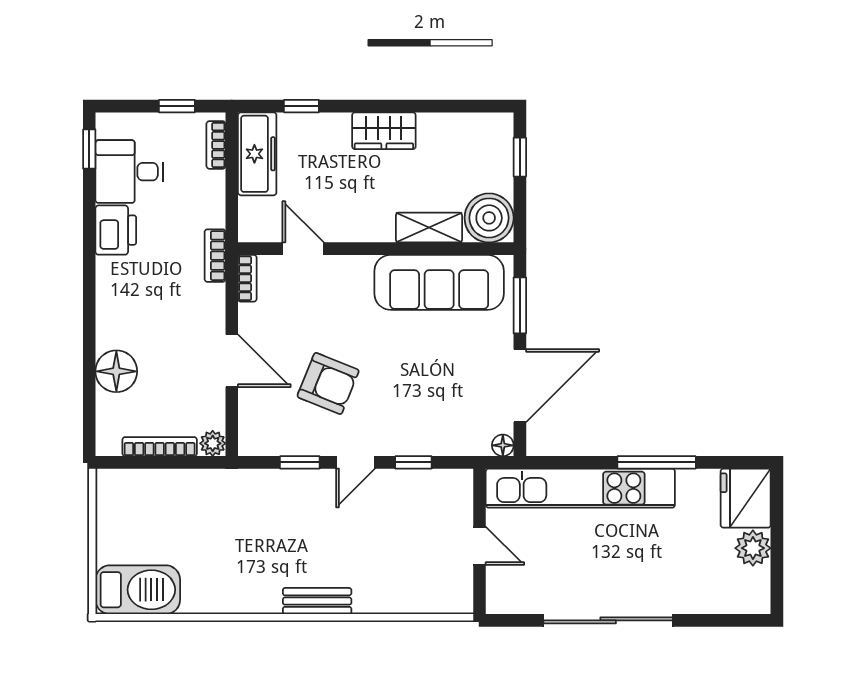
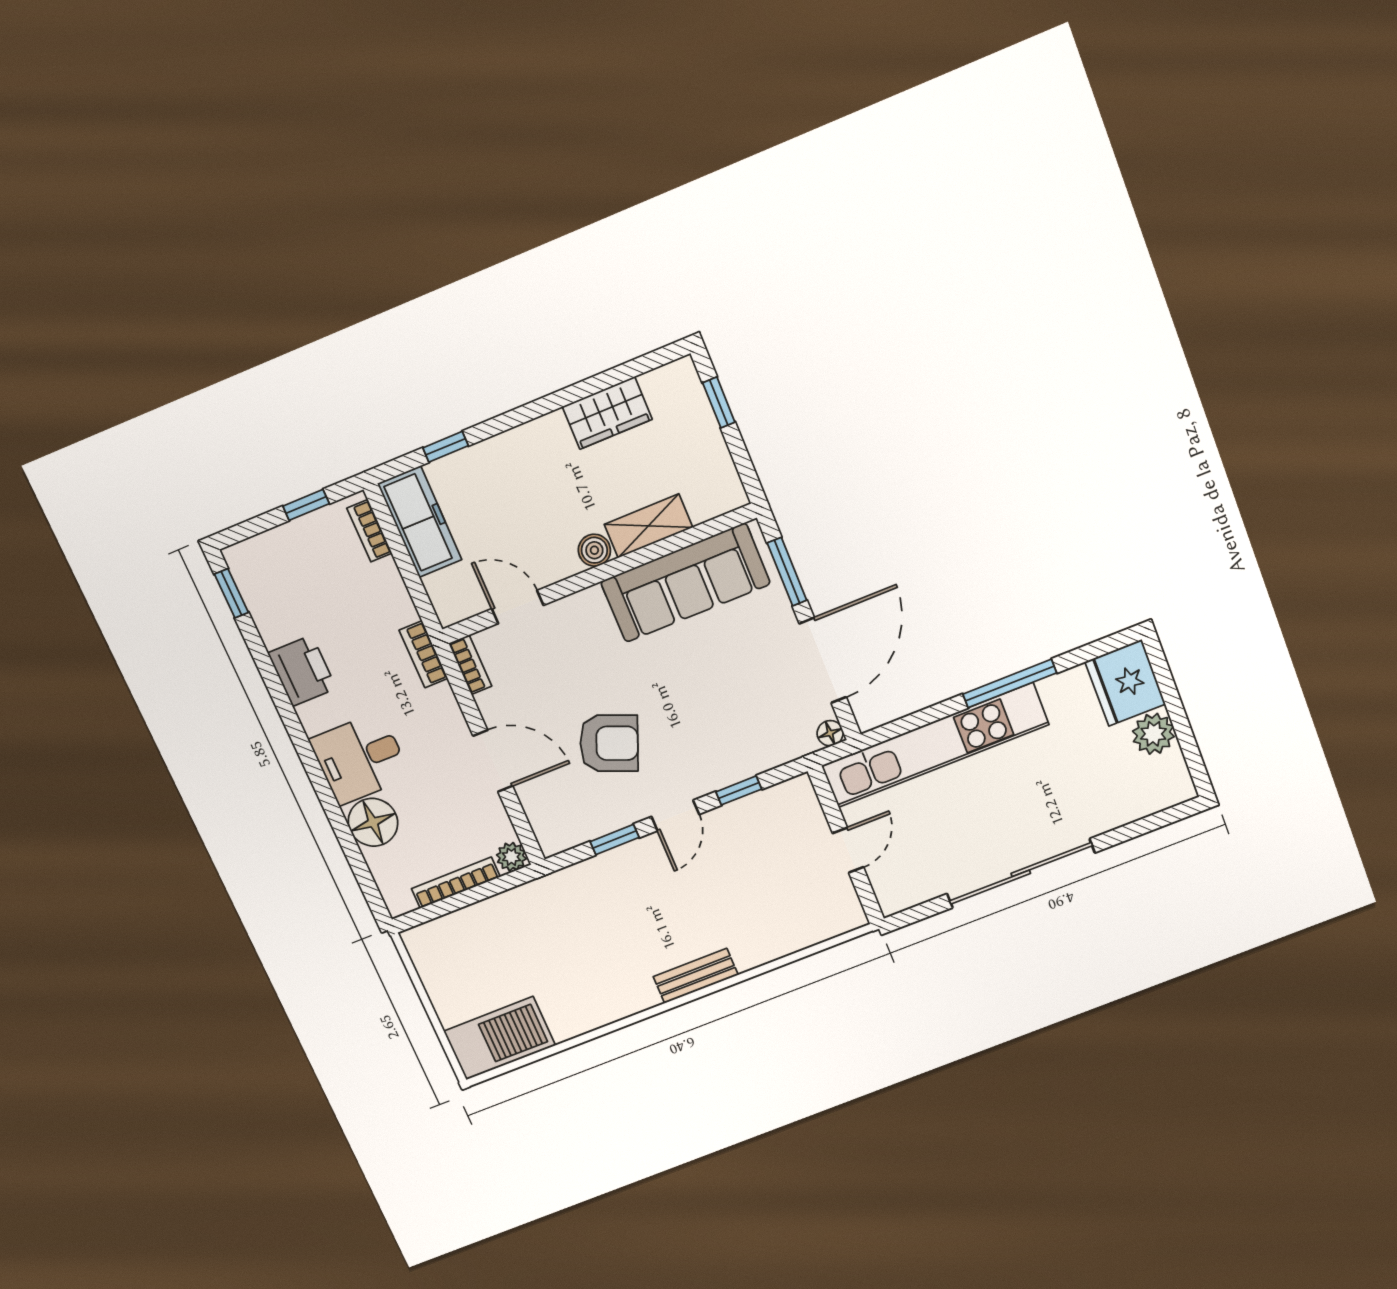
wardrobe: (384, 131) -> (607, 413), moved
desk: (129, 172) -> (360, 758), moved
boiler: (489, 218) -> (594, 550), moved, width x0.54, depth x0.54
door: (480, 546) -> (848, 850), hinge flipped

